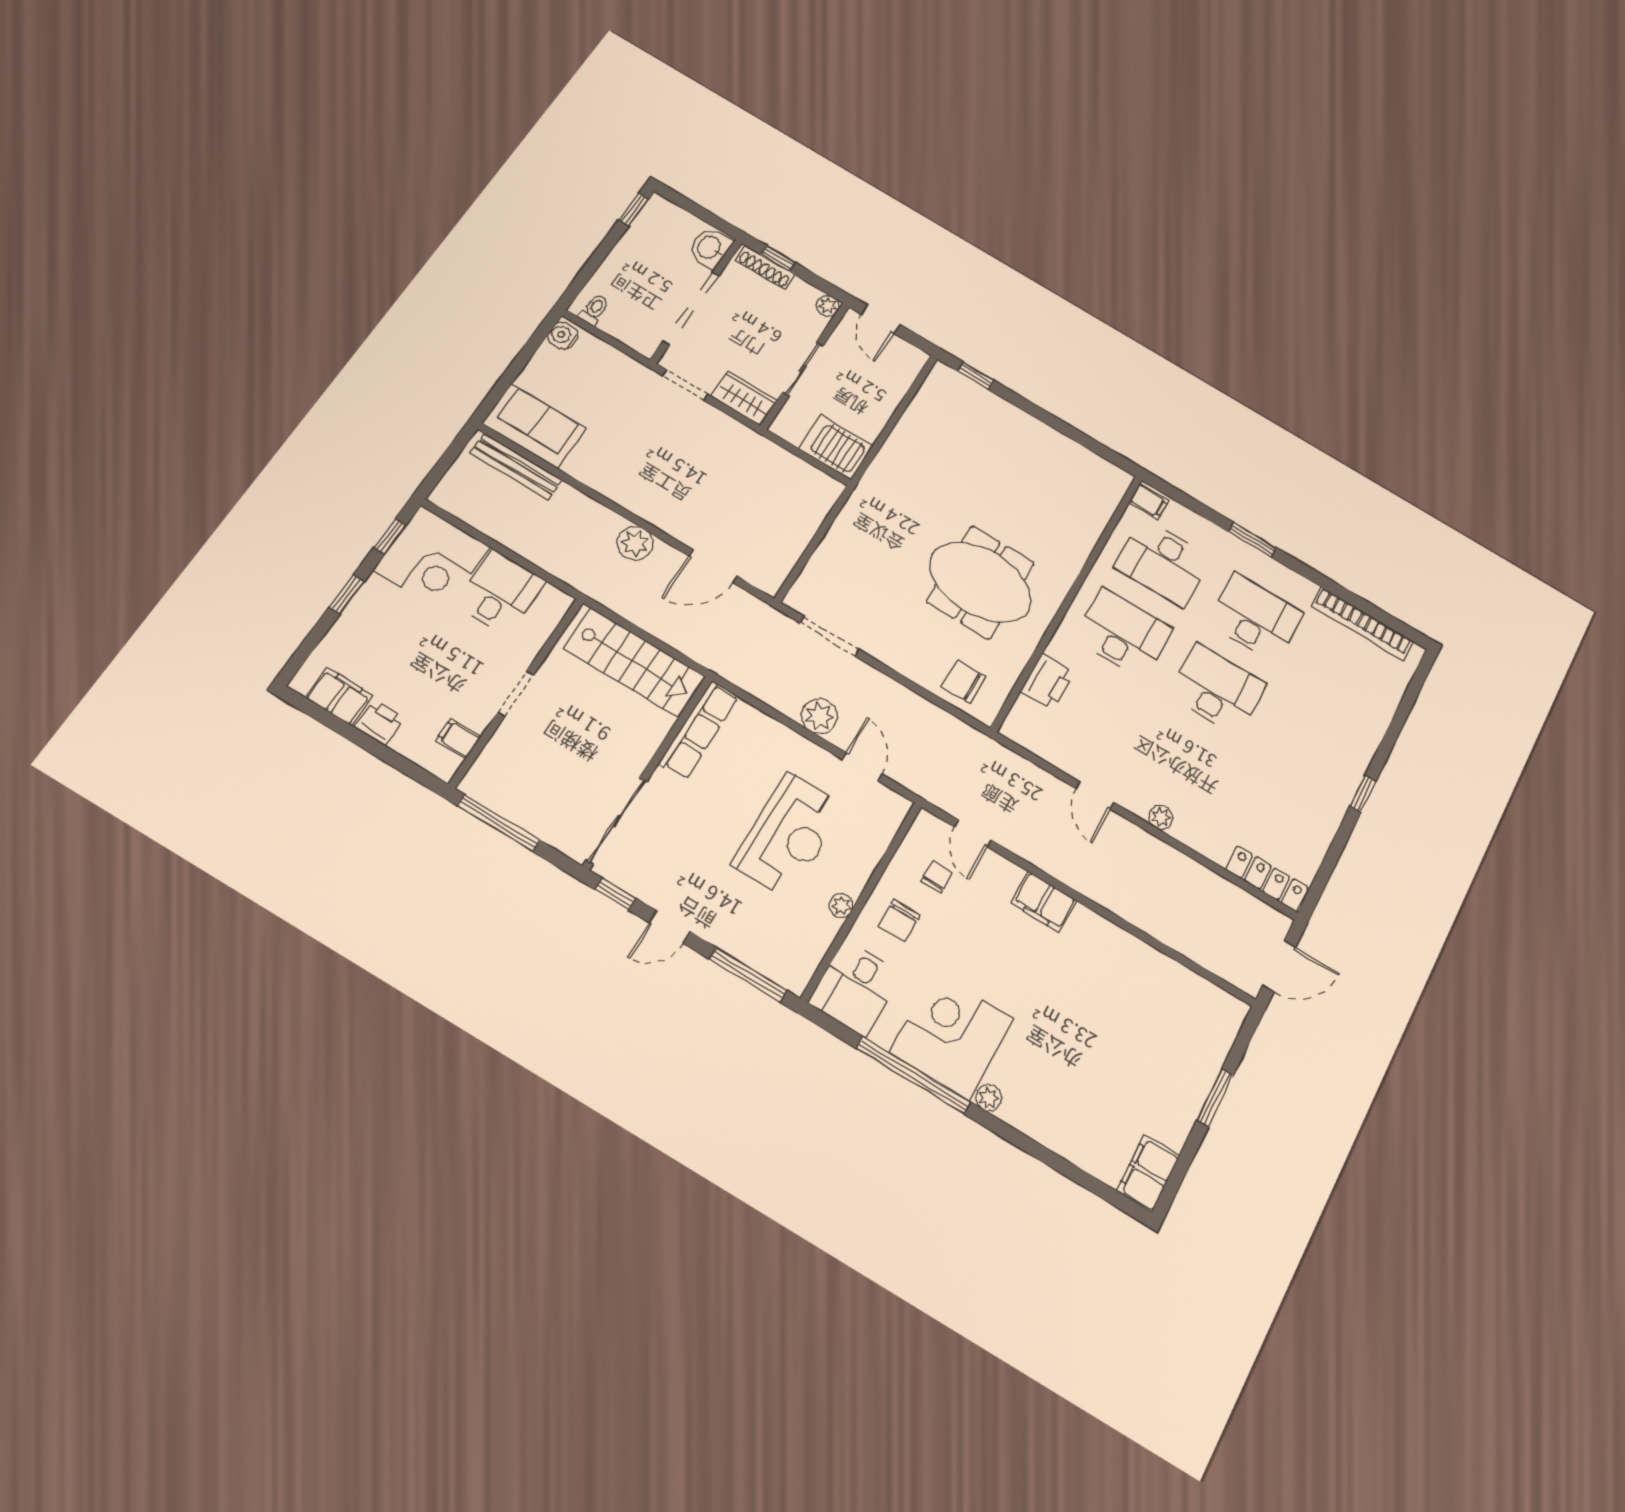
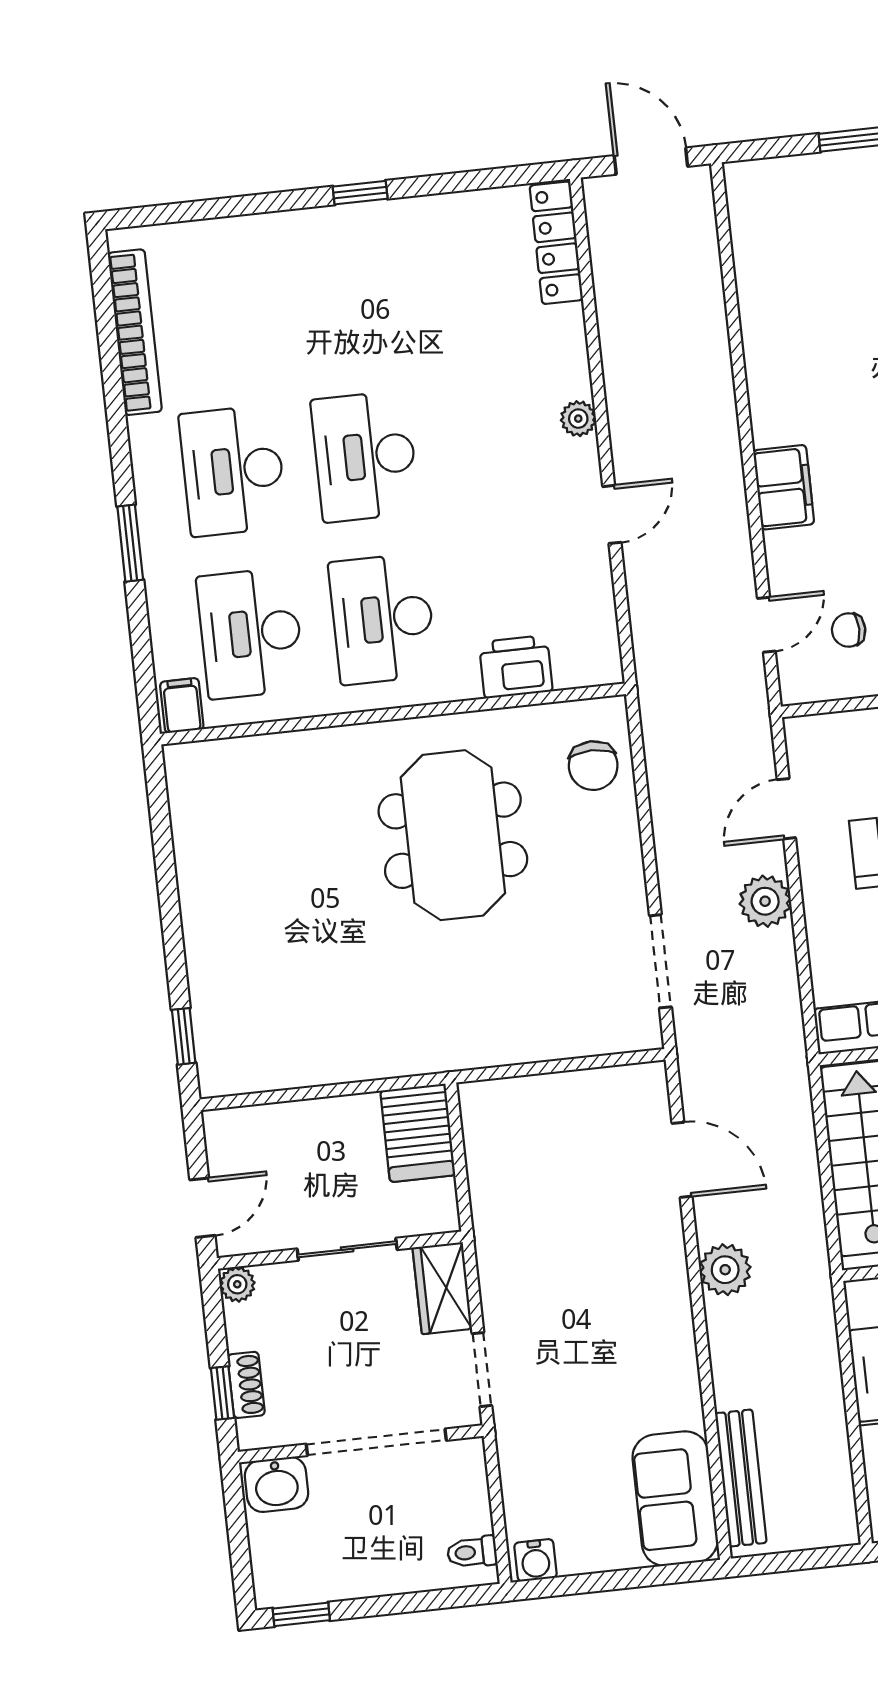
shoe rack: (765, 267) -> (246, 1385), width x0.70
desk: (1163, 563) -> (251, 633), turned 180

